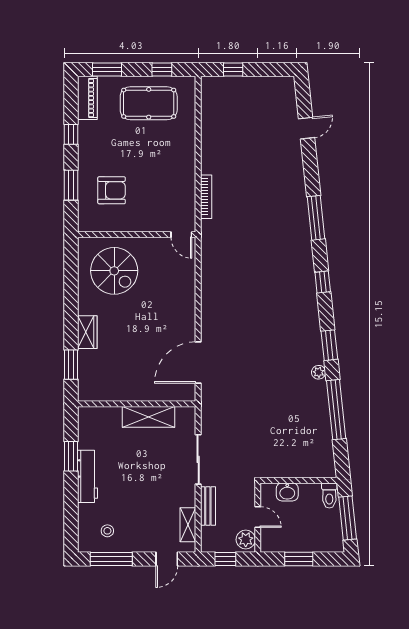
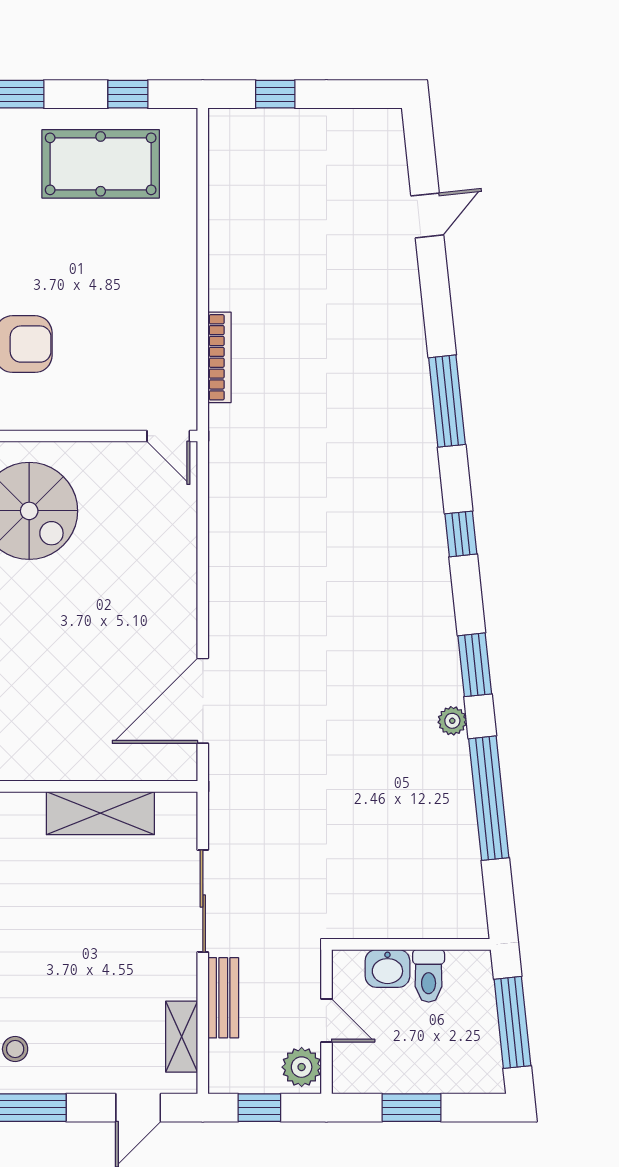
toilet: (329, 495) -> (429, 976), moved

